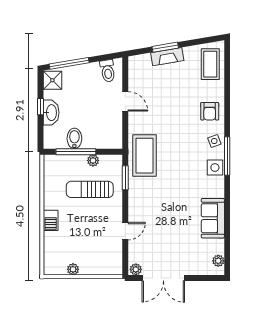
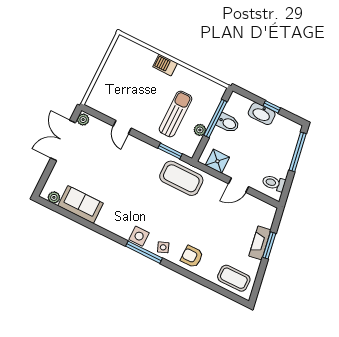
shower: (52, 80) -> (217, 161), moved
sofa: (213, 218) -> (81, 204), moved
plant: (73, 269) -> (111, 63), removed

